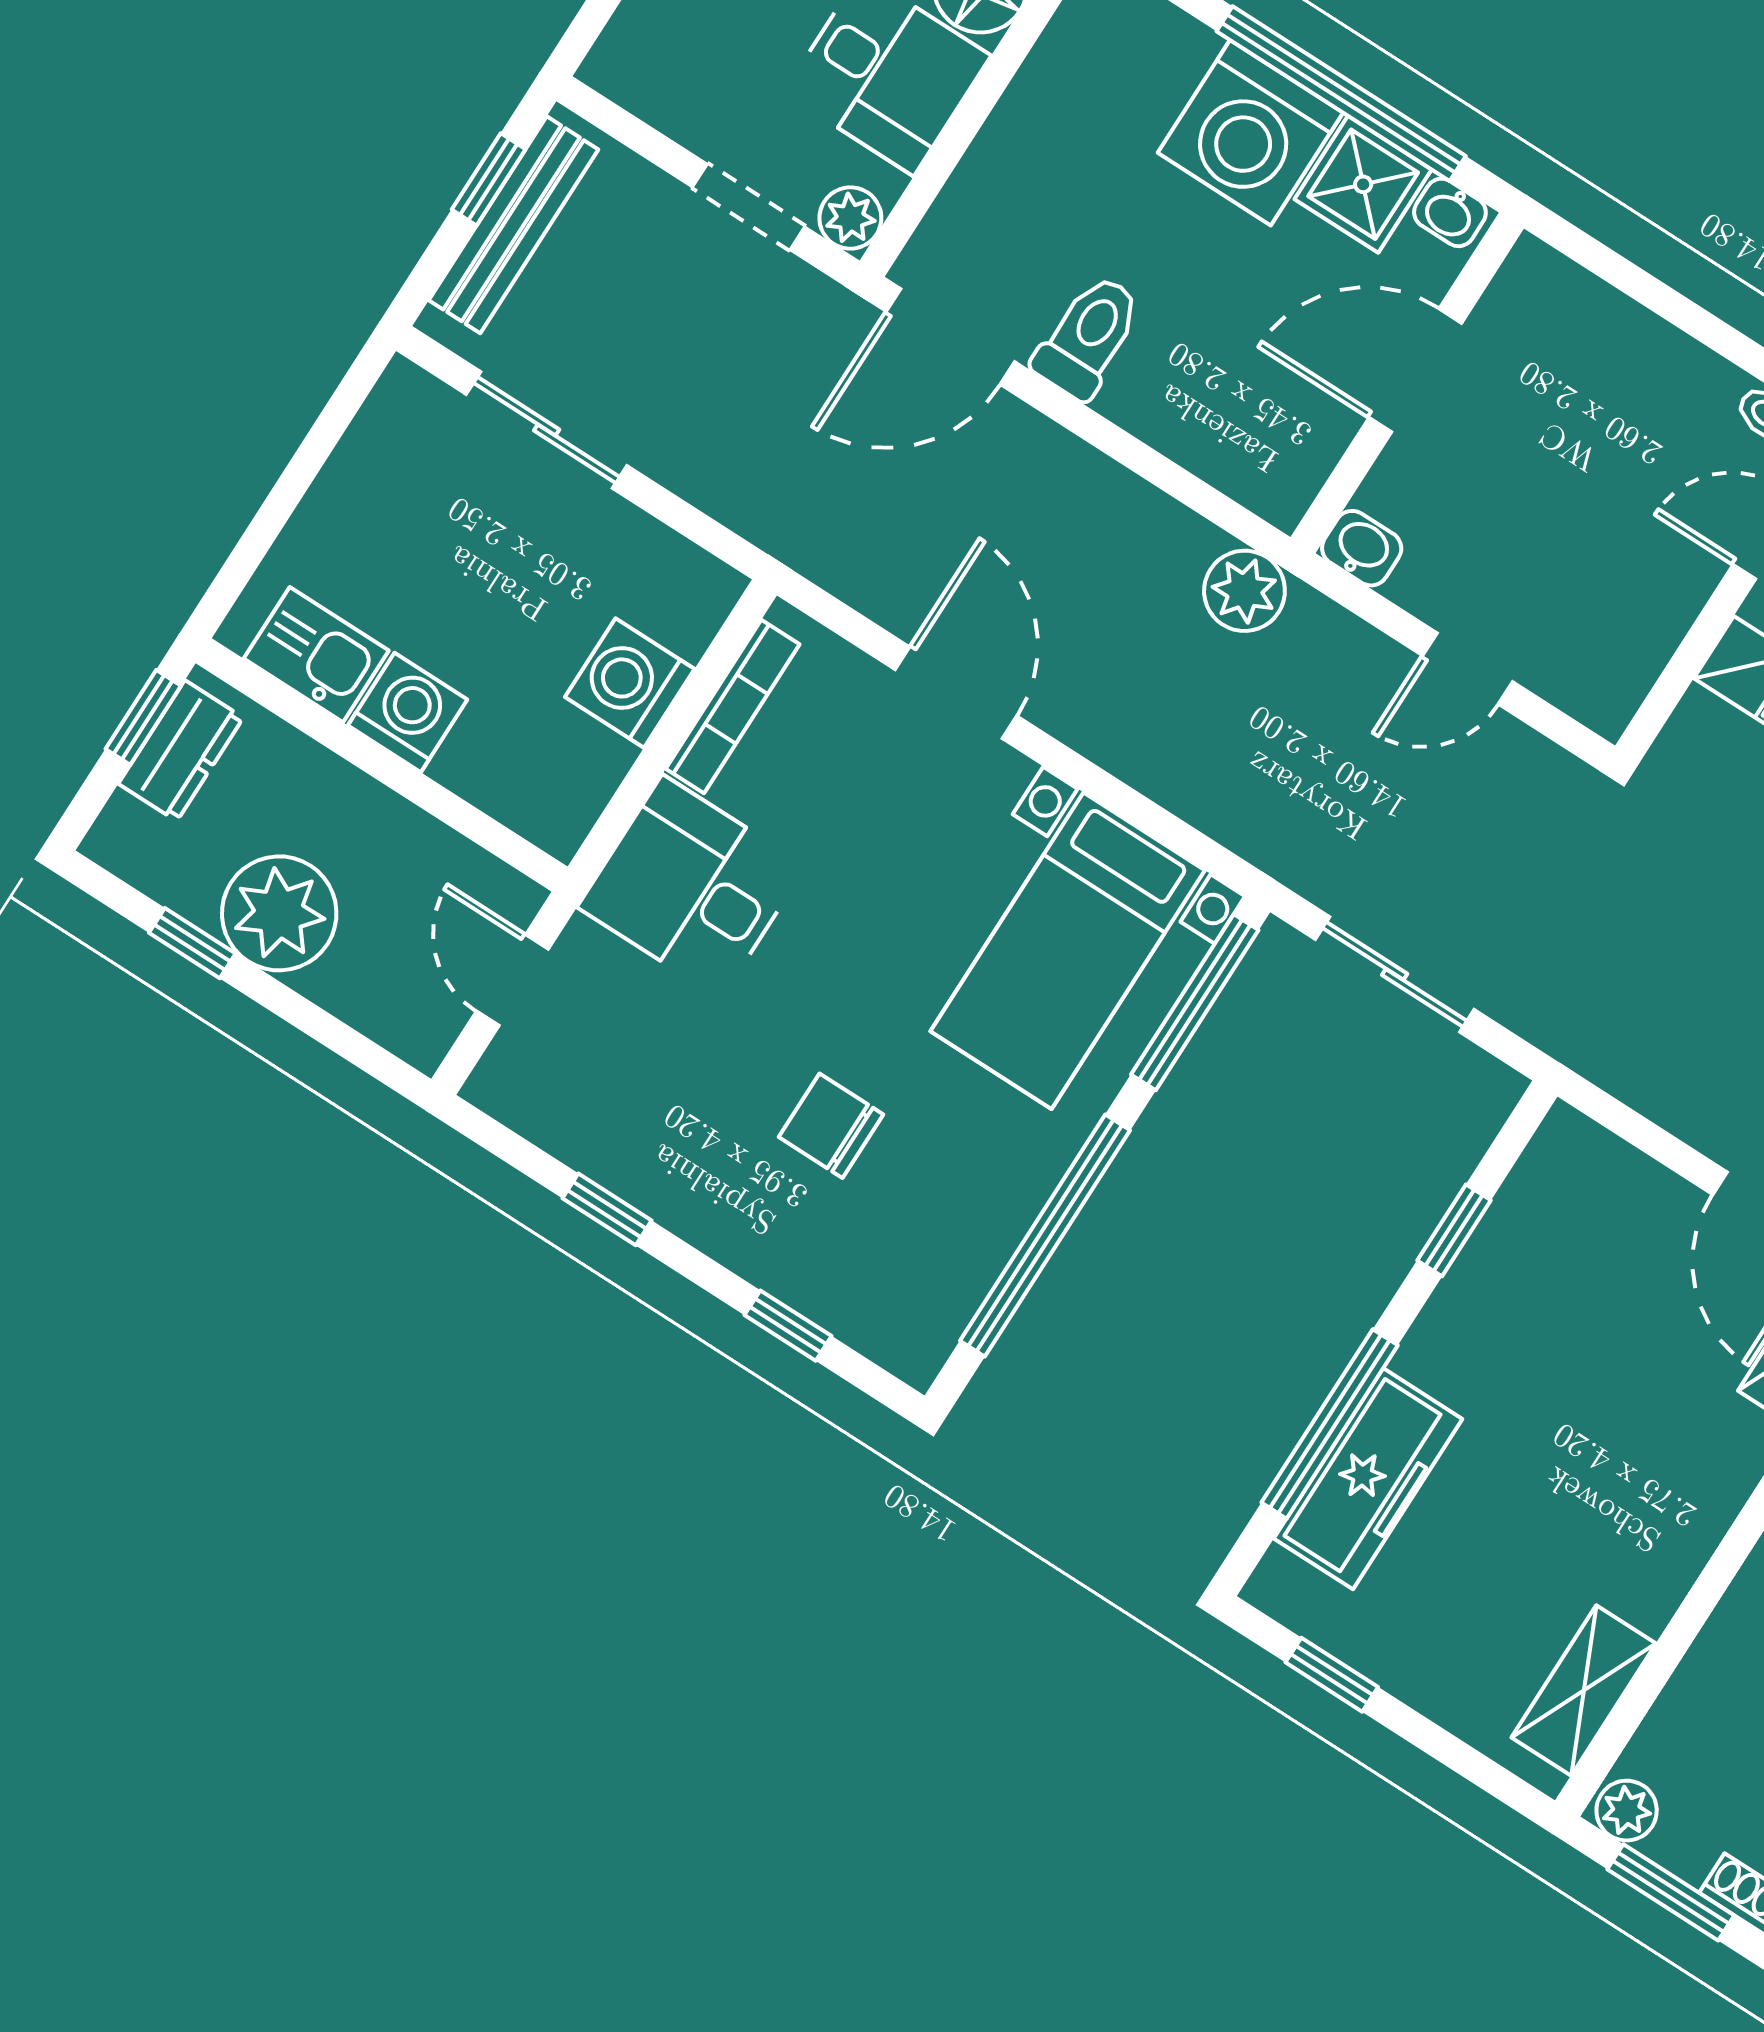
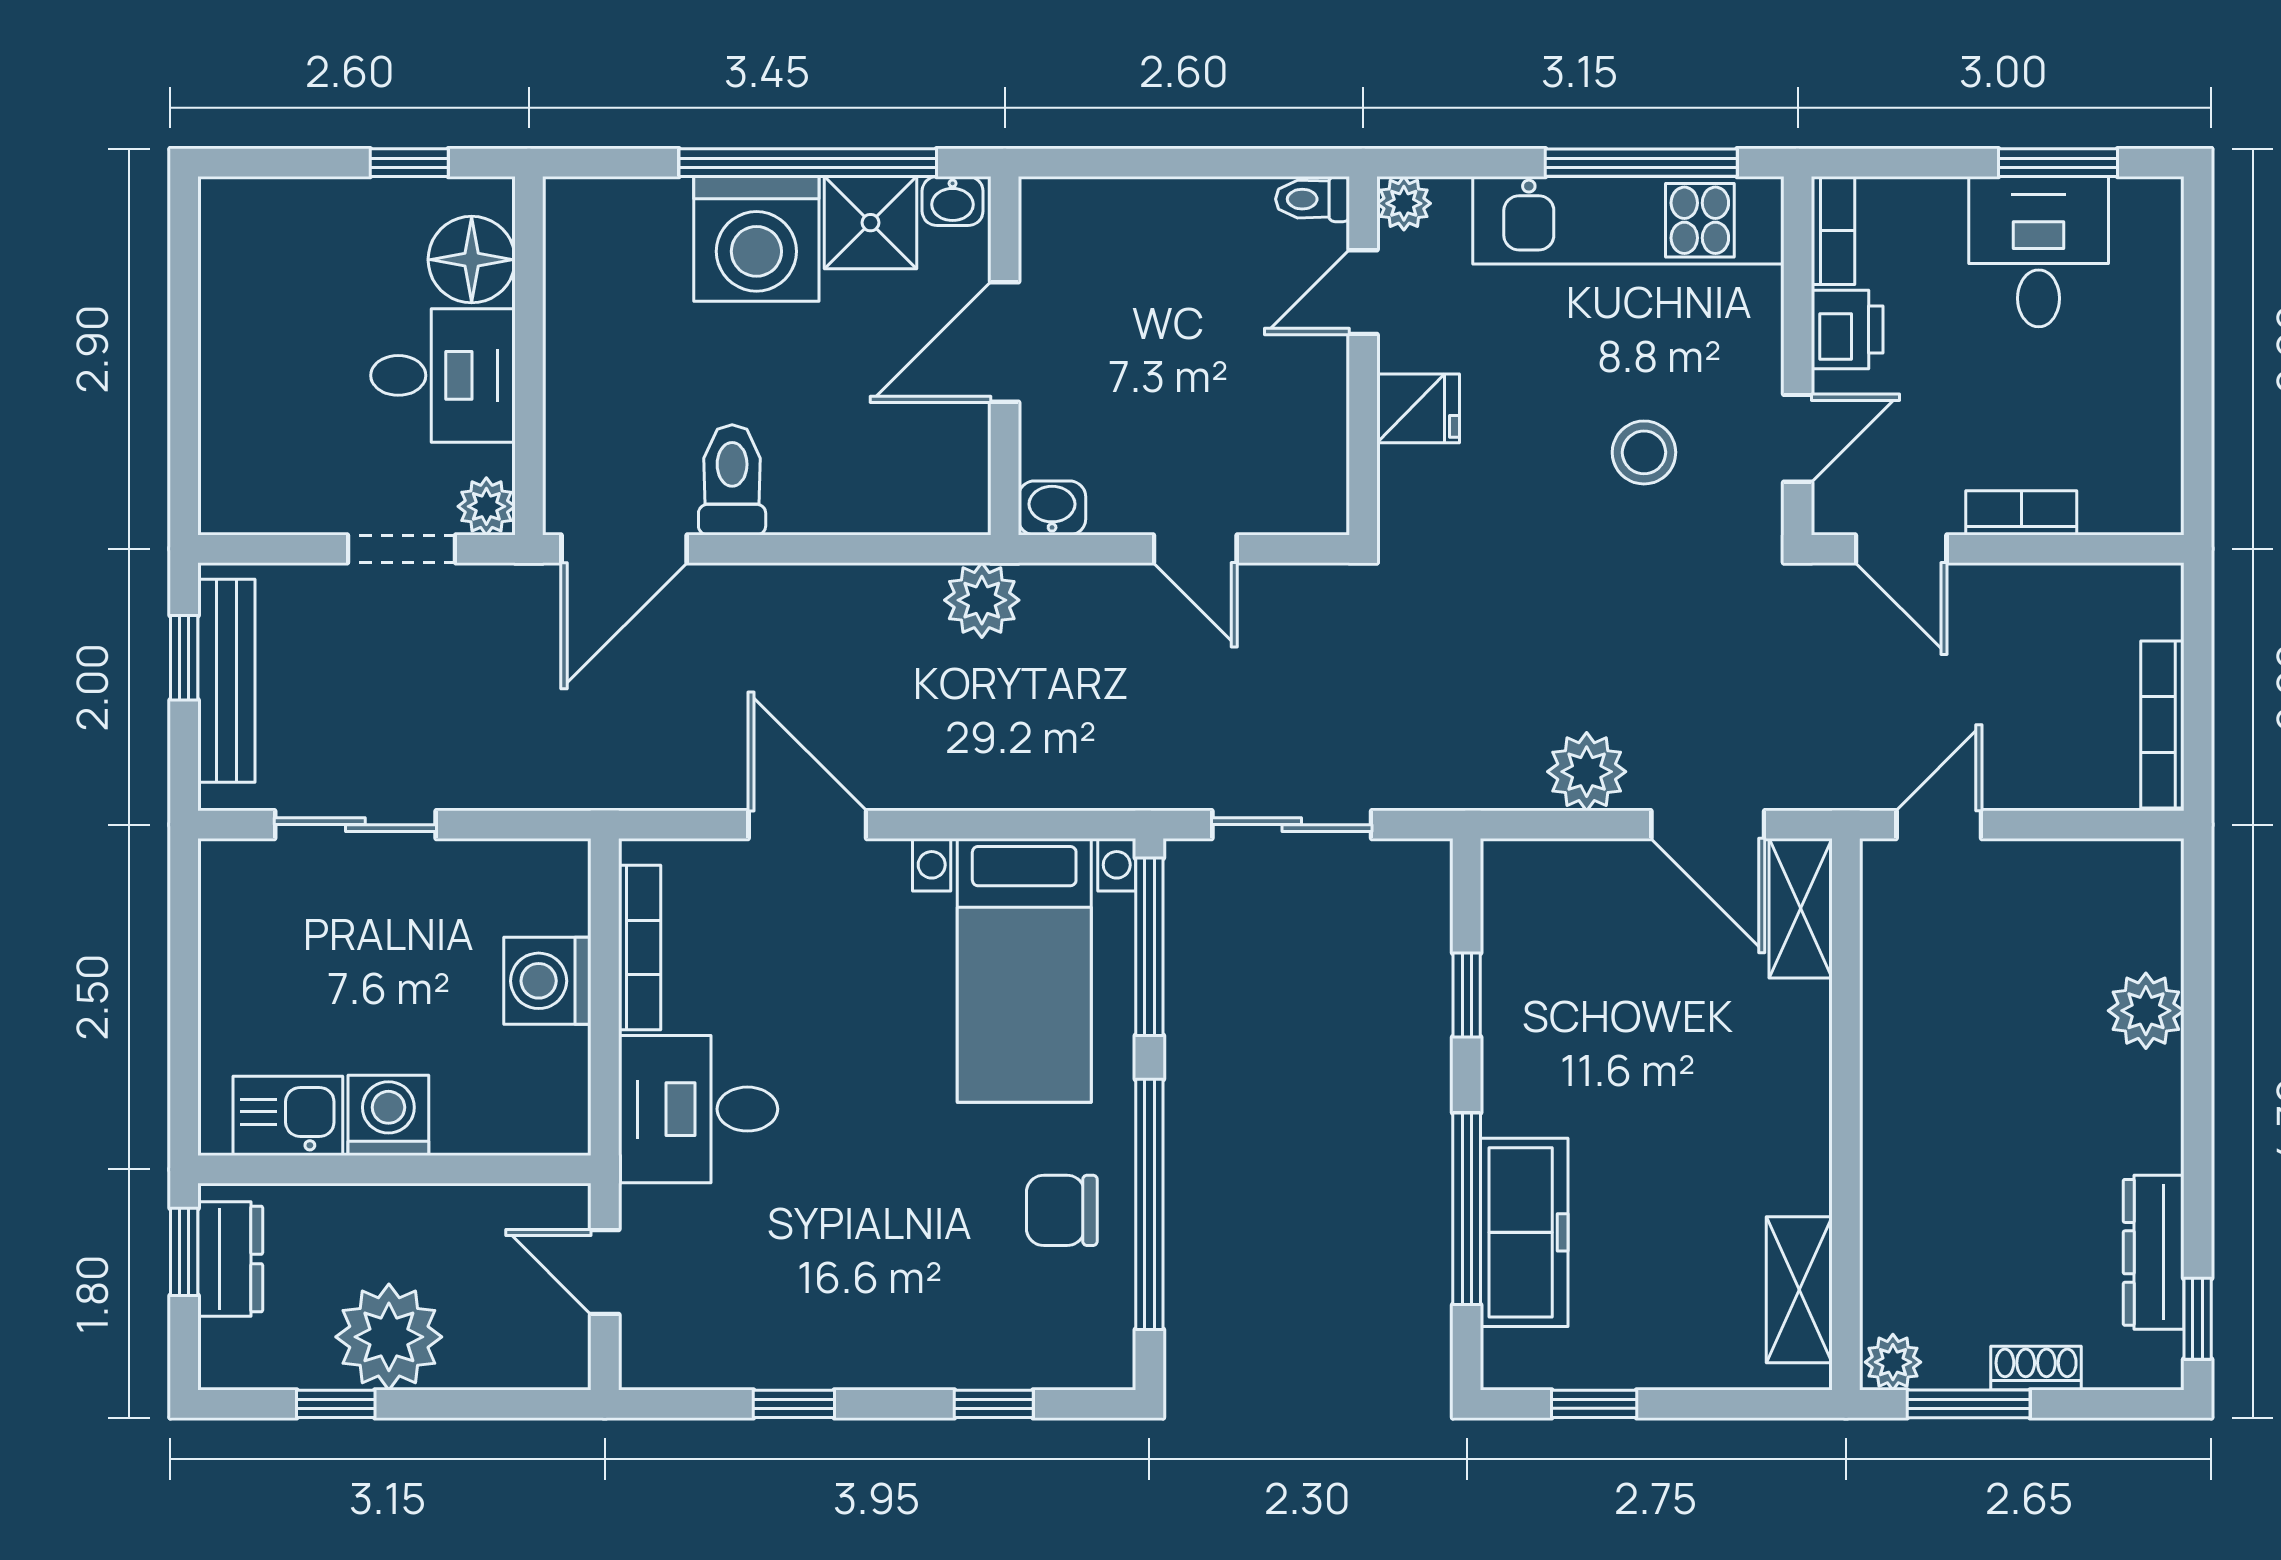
door: (1468, 669) -> (1195, 549), hinge flipped
plant: (1692, 1098) -> (1587, 772), added
chair: (831, 1126) -> (1062, 1210), moved

